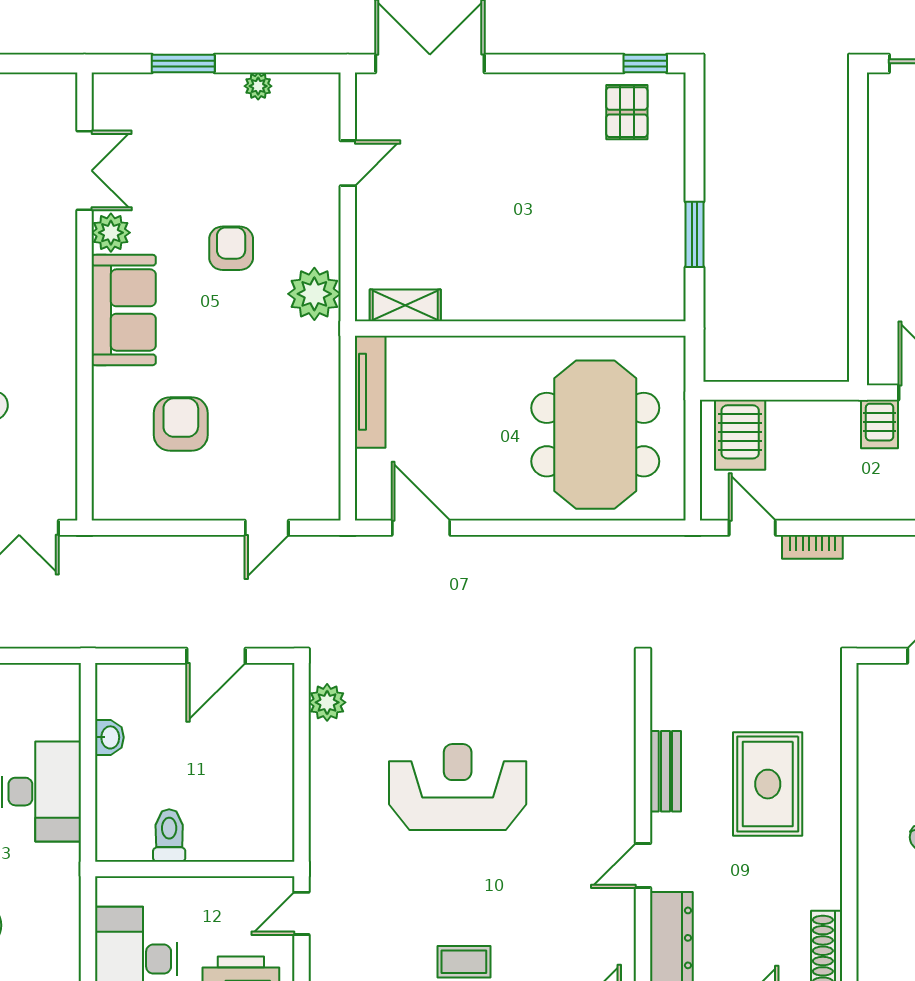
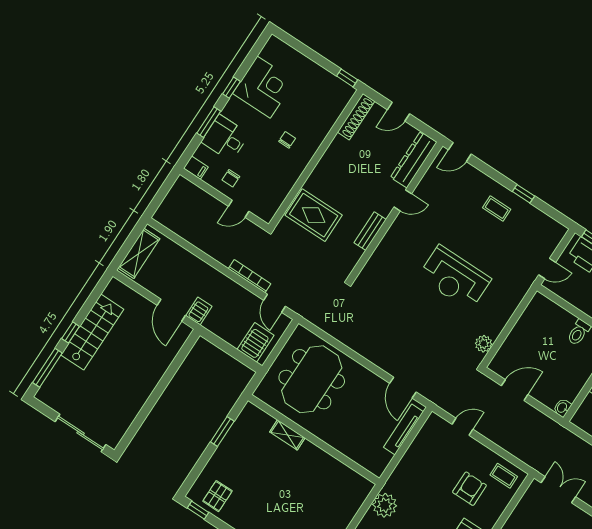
shelving: (405, 305) -> (287, 435), moved
tv unit: (370, 392) -> (403, 429), moved
armchair: (181, 424) -> (469, 489), turned 180
coffee table: (134, 488) -> (504, 476), added
bookcase: (812, 547) -> (250, 276), width x1.56
washbasin: (109, 737) -> (562, 408), moved
rug: (768, 784) -> (314, 215), moved, turned 90

